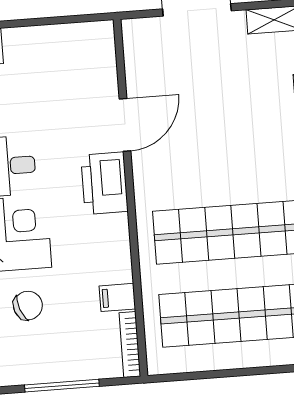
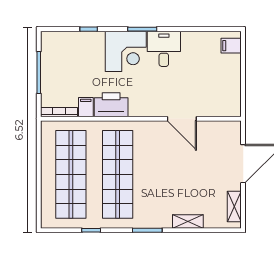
printer: (104, 183) -> (111, 105), moved
chair: (28, 306) -> (85, 57), removed

